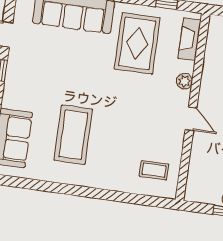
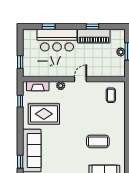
coffee table: (73, 135) -> (98, 141), width x0.73, depth x0.76

